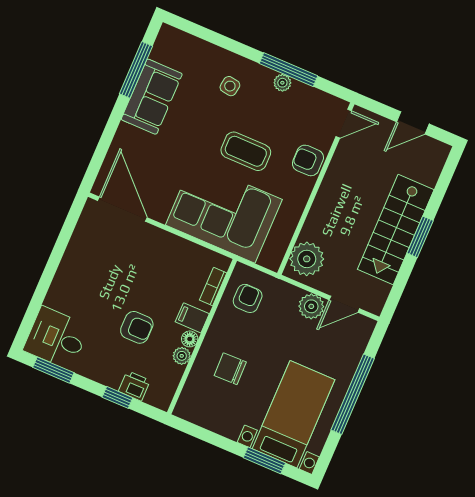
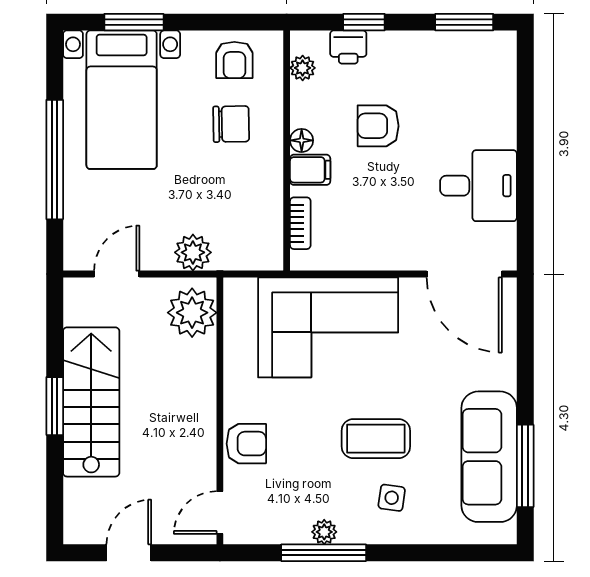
sofa: (152, 97) -> (489, 457), width x1.36
coffee table: (246, 151) -> (376, 439), moved
armchair: (248, 298) -> (234, 60), moved
plant: (311, 306) -> (193, 252), moved
desk: (56, 338) -> (479, 186), moved
plant: (182, 356) -> (303, 68), moved

